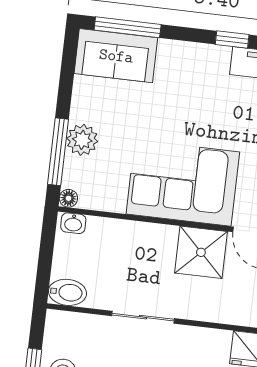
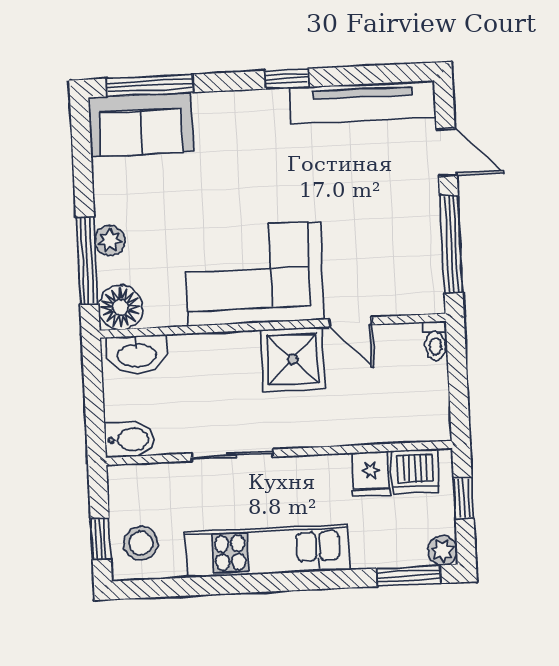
plant: (82, 140) -> (110, 240), width x0.73, depth x0.73
floor lamp: (68, 198) -> (120, 307), width x1.89, depth x1.89
washbasin: (73, 223) -> (137, 354), width x1.91, depth x1.45

